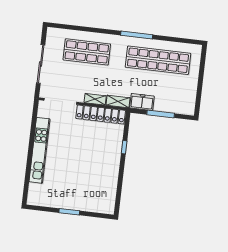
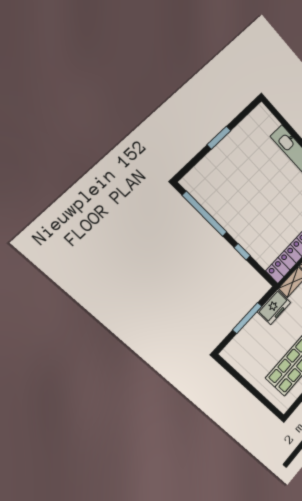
window: (119, 186) -> (205, 214), added

